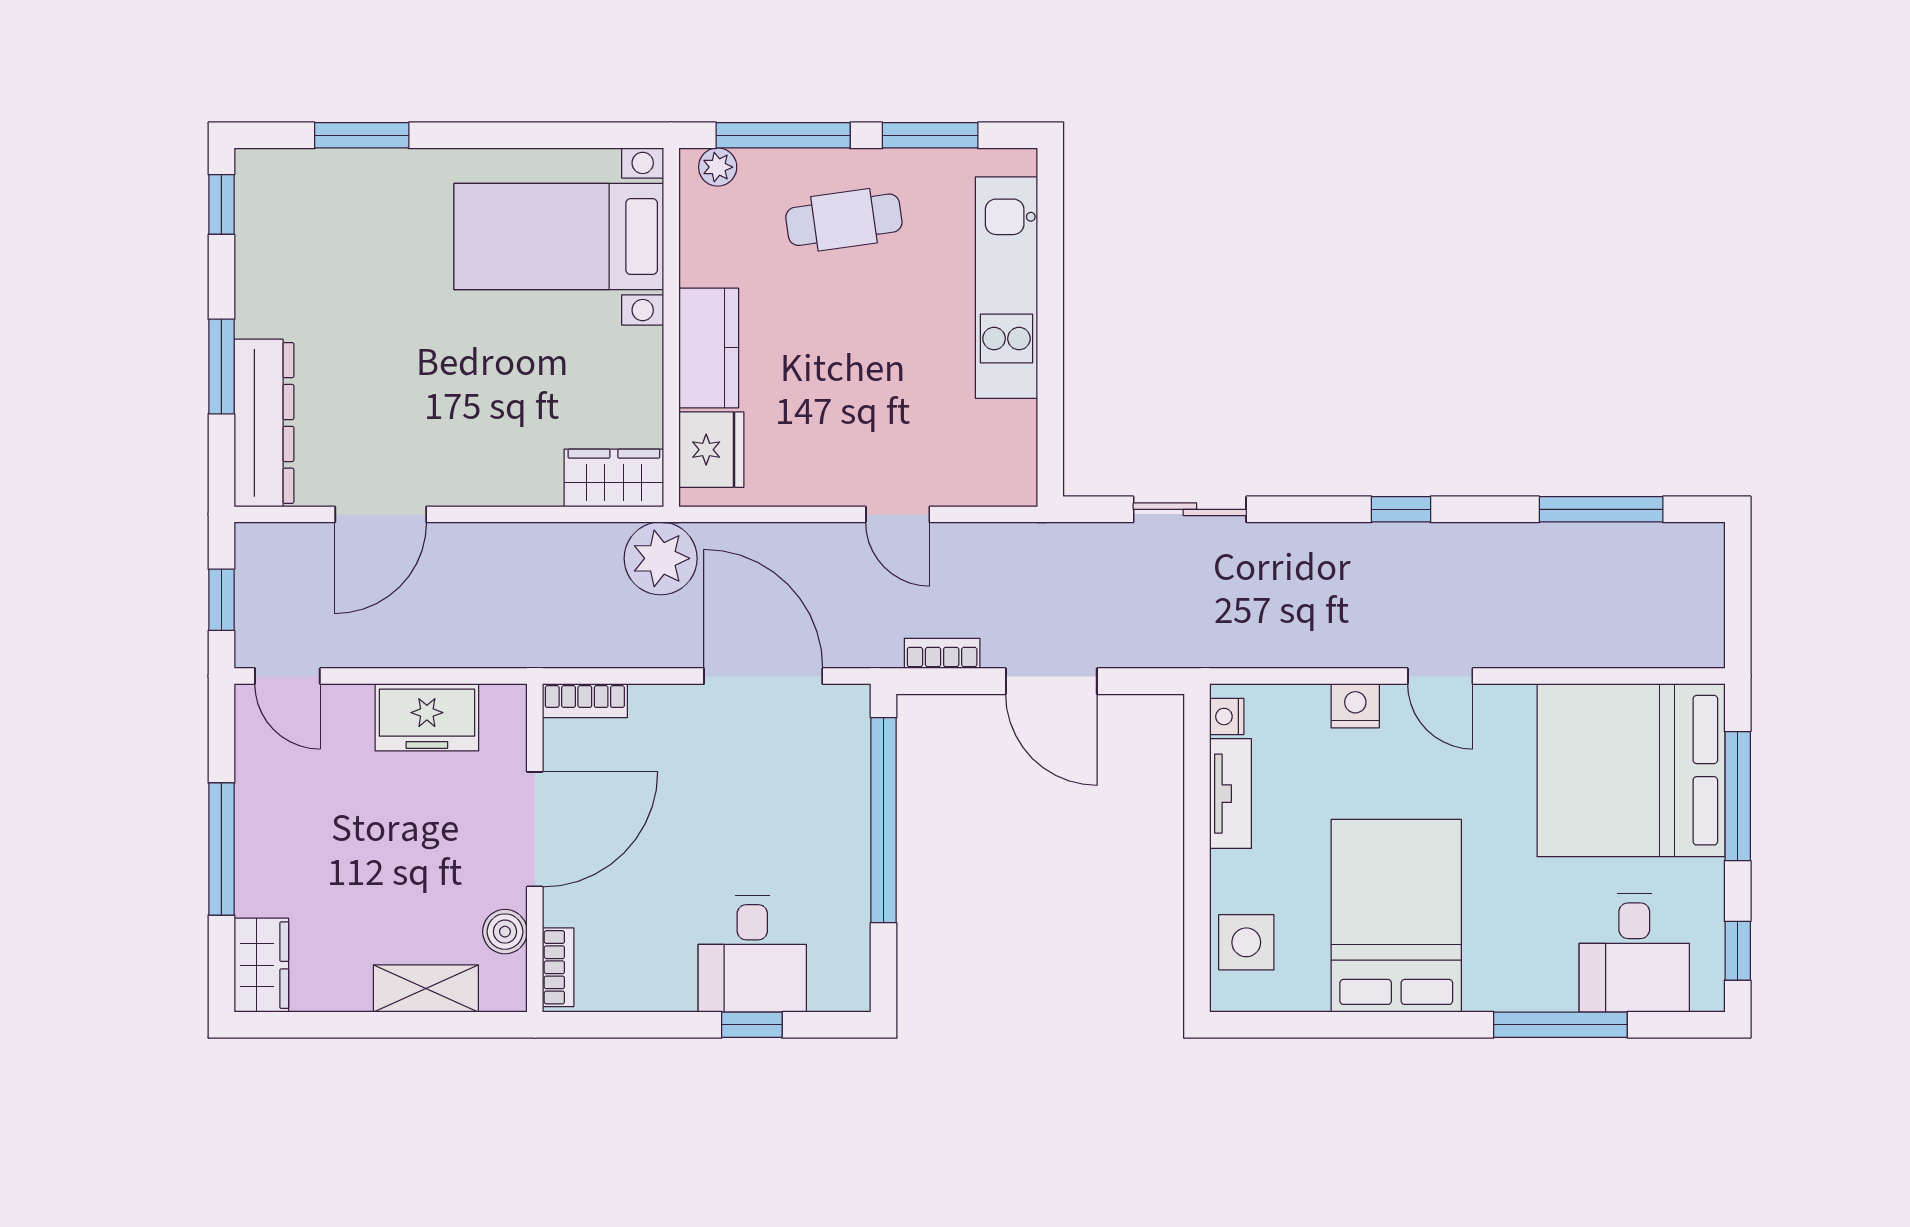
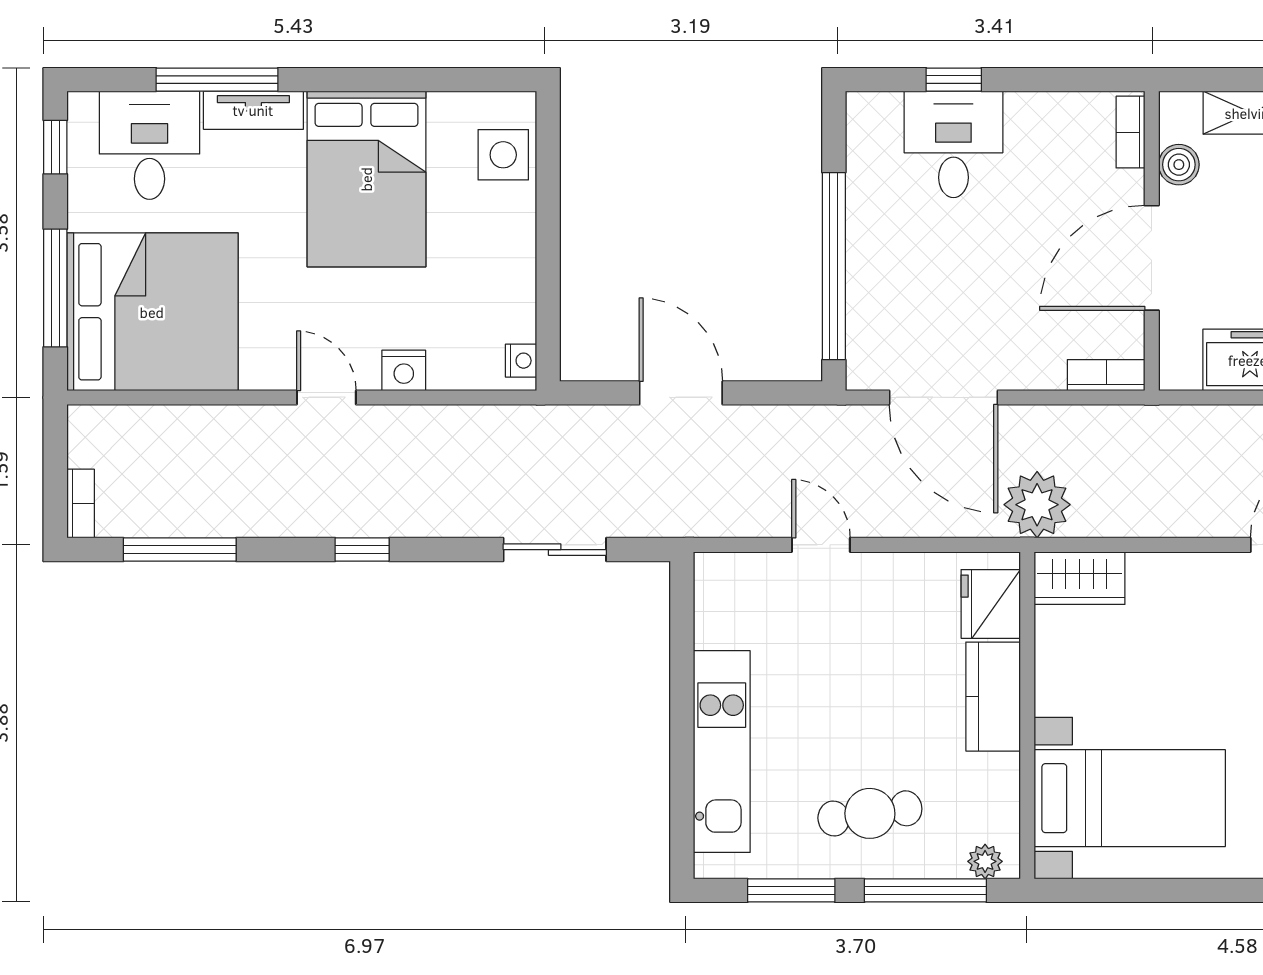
bookcase: (942, 653) -> (81, 504), moved, turned -90
tv unit: (1230, 794) -> (253, 110), moved, turned -90

